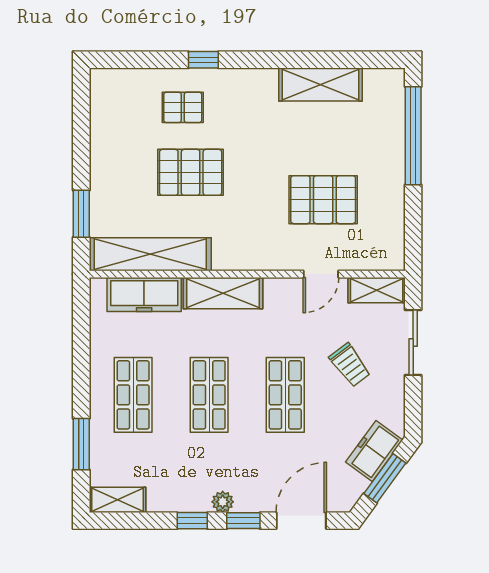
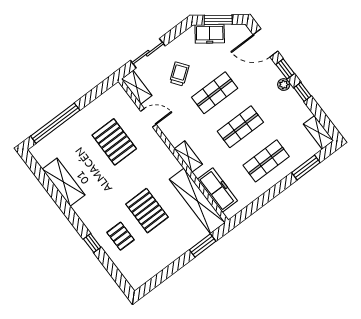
shelving: (223, 293) -> (188, 156), width x0.67, depth x0.75

